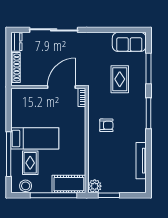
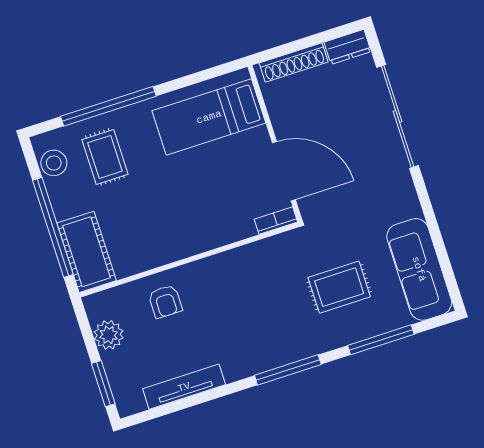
sofa: (129, 42) -> (419, 269), width x1.36
armchair: (106, 125) -> (165, 301), moved
bed: (35, 138) -> (209, 117), moved, turned 90
rug: (30, 163) -> (105, 157), turned 90
plant: (95, 186) -> (109, 335), moved
window: (109, 195) -> (103, 384), moved

